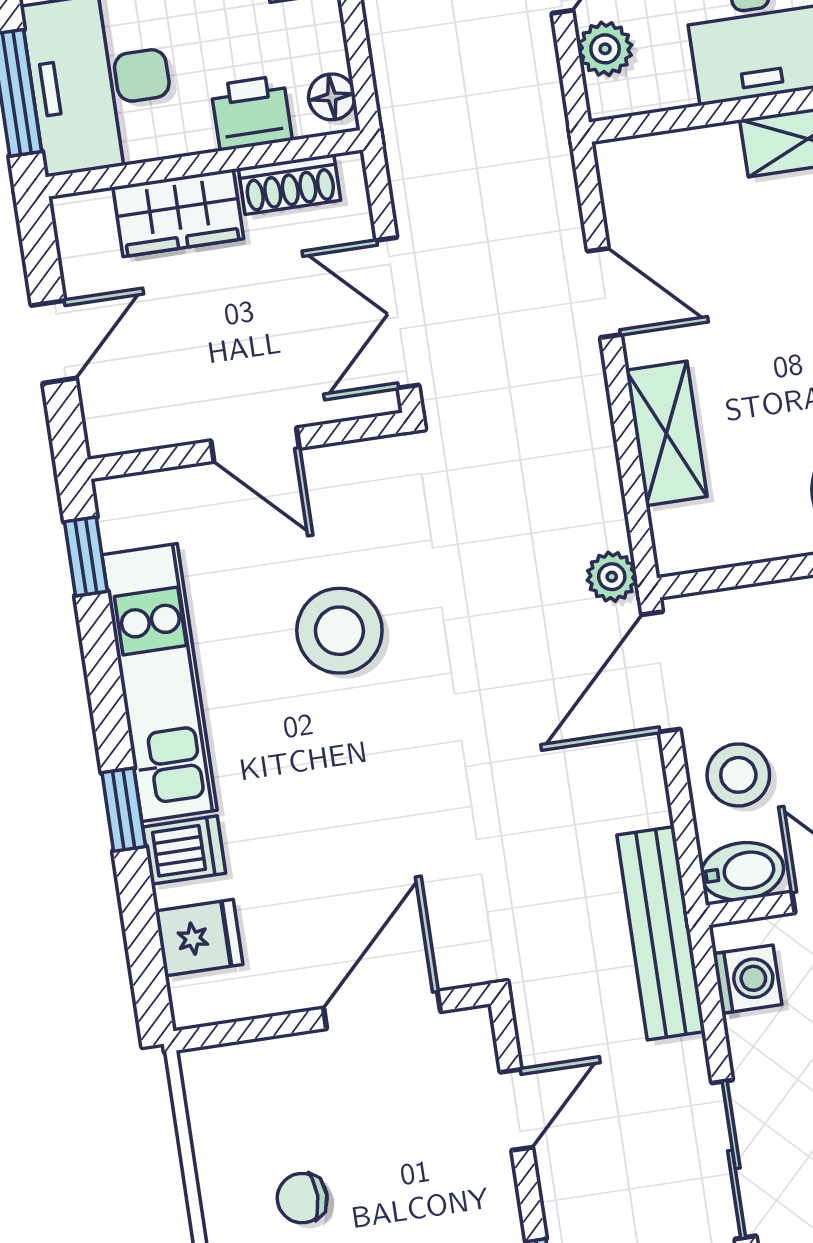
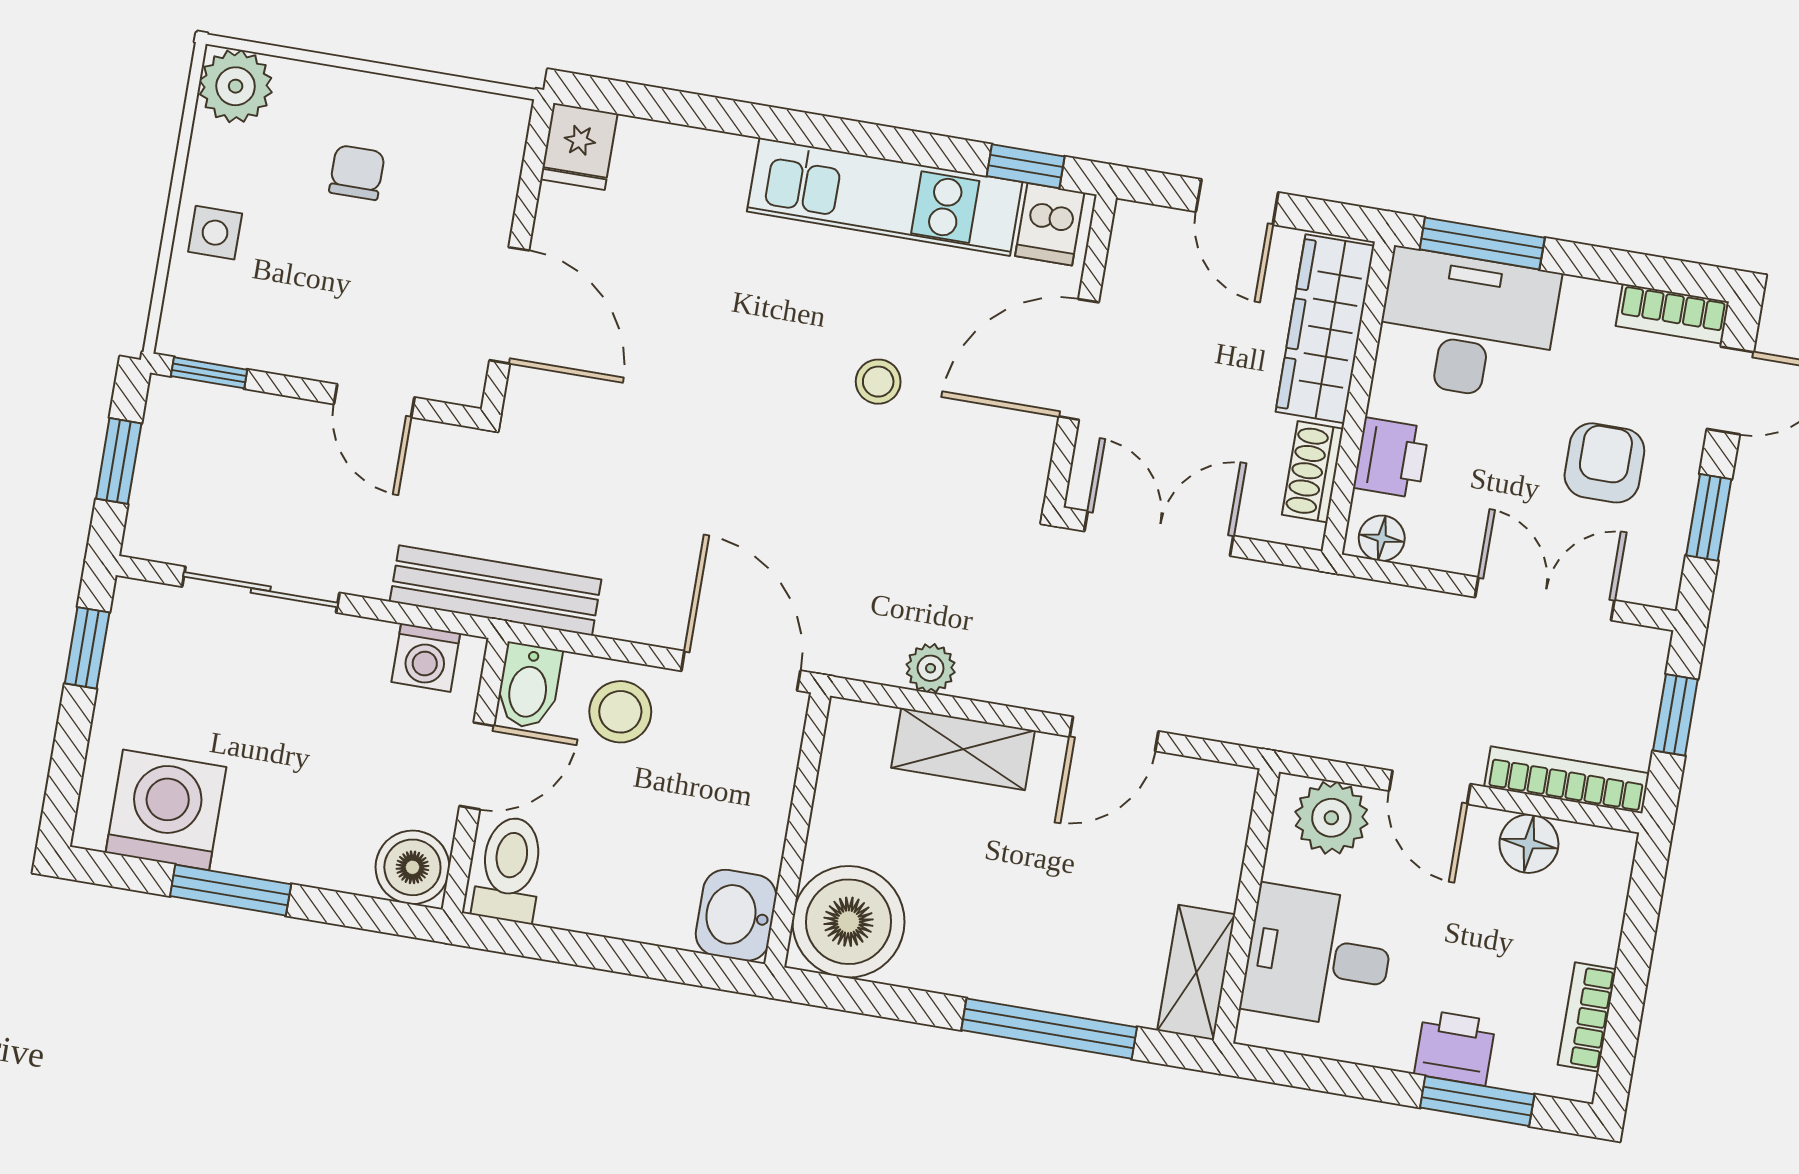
plant: (605, 49) -> (1331, 818), width x1.38, depth x1.38
wardrobe: (178, 213) -> (1325, 329), width x1.50
door: (255, 445) -> (1079, 359), width x1.38
plant: (612, 577) -> (931, 668), moved
stool: (339, 631) -> (878, 382), width x0.53, depth x0.53
window: (124, 810) -> (776, 124), removed
dishwasher: (184, 850) -> (1050, 224), moved
fridge: (199, 938) -> (579, 146), moved

